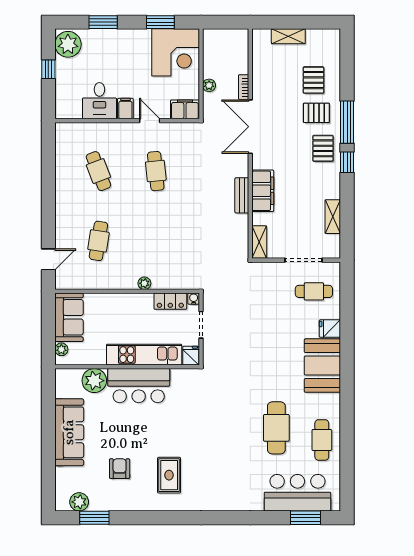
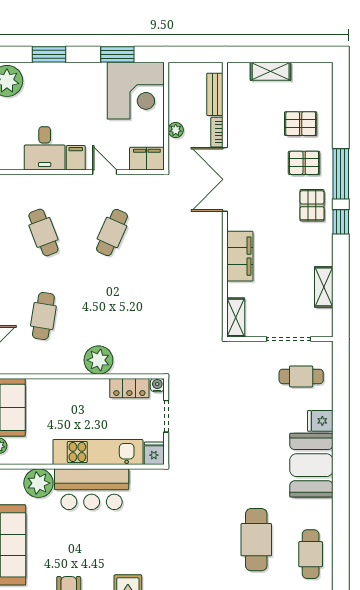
pallet: (314, 80) -> (301, 124), turned 90
cafe table: (156, 171) -> (112, 232), turned 30
bench: (242, 195) -> (215, 94), moved
plant: (144, 283) -> (98, 360), width x1.88, depth x1.88

